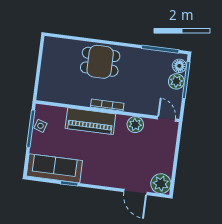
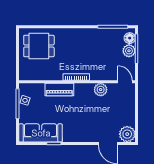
dining table: (100, 62) -> (39, 46), moved
piano: (90, 121) -> (59, 89), width x0.73, depth x0.75

